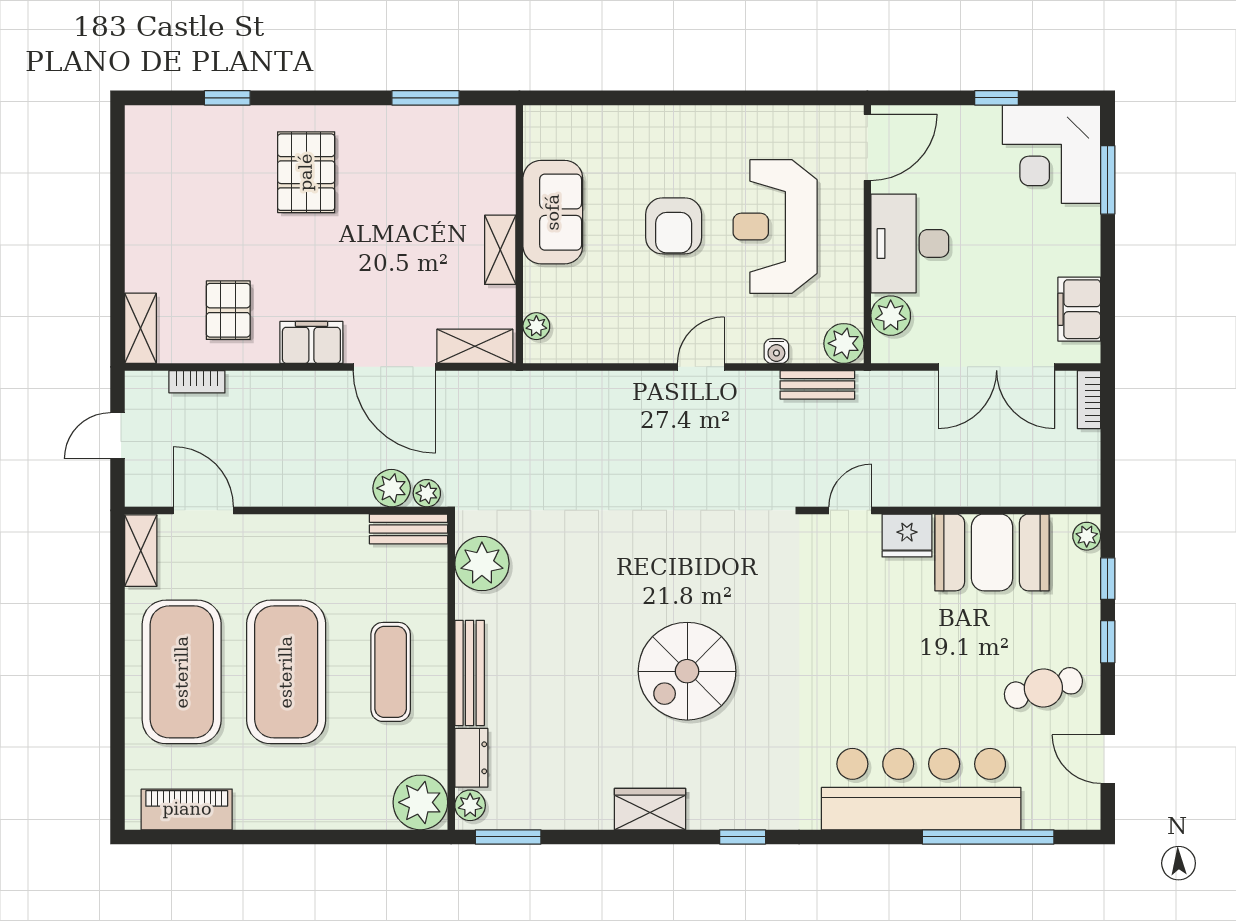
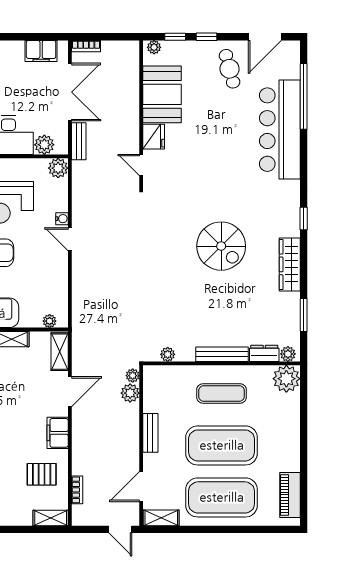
water cooler: (776, 351) -> (62, 219), moved
door: (394, 367) -> (70, 392), width x0.73
bench: (817, 385) -> (79, 141), moved
door: (118, 436) -> (120, 529), moved
bench: (409, 529) -> (150, 433), moved
plant: (482, 564) -> (168, 354), width x0.53, depth x0.53
door: (1108, 759) -> (265, 37), width x1.38
wardrobe: (650, 809) -> (290, 264), width x1.50
window: (508, 837) -> (304, 315), moved

